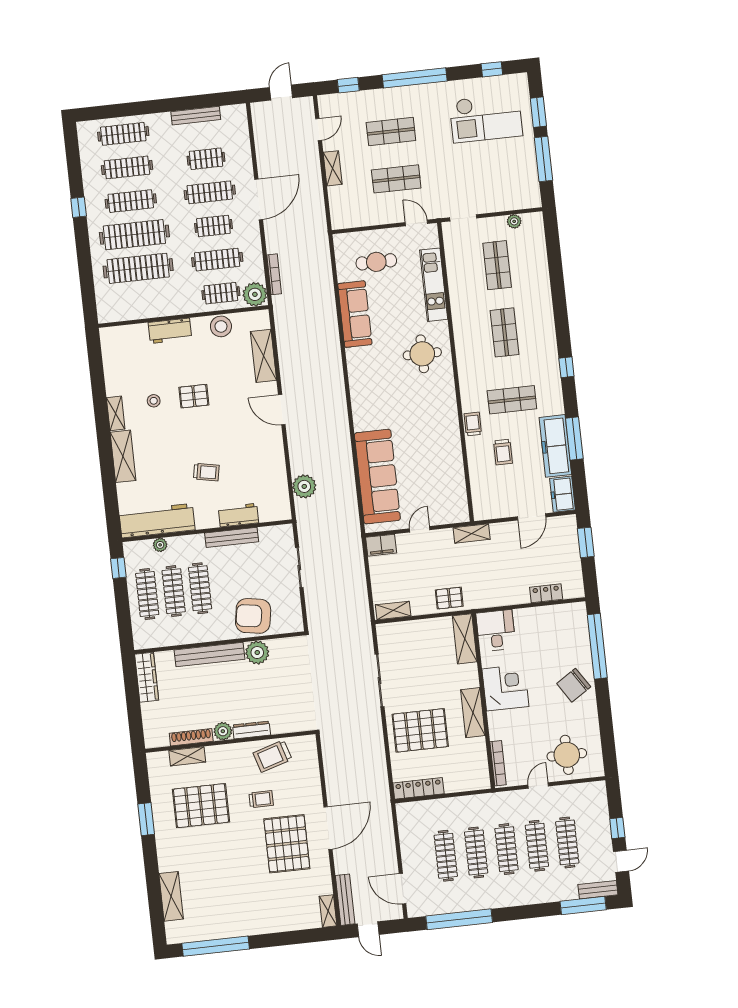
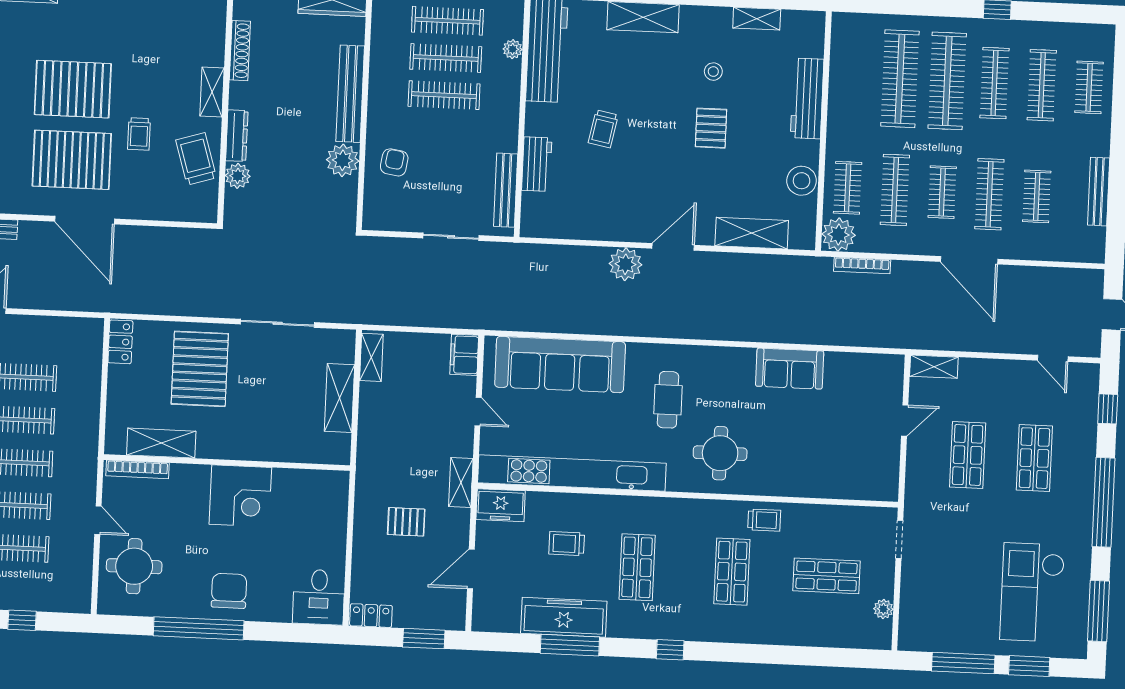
window: (492, 69) -> (1099, 611), width x2.17
clothes rail: (123, 134) -> (1089, 87), width x0.73
shelving: (333, 168) -> (934, 367), moved
door: (416, 223) -> (905, 421), moved
cafe table: (376, 262) -> (668, 400), moved
kitchen unit: (434, 285) -> (572, 473), moved, width x1.86
sofa: (355, 314) -> (790, 369), width x0.73
workbench: (170, 331) -> (807, 98), width x1.38
shop shelf: (505, 332) -> (732, 572), turned 90
shelving: (116, 413) -> (757, 19), moved
trolley: (473, 424) -> (764, 520), moved
plant: (304, 486) -> (625, 264), moved
freezer: (563, 494) -> (501, 505), moved, turned 180
door: (532, 517) -> (471, 569), hinge flipped
bench: (232, 537) -> (506, 190), moved
locker: (546, 593) -> (371, 616), moved, turned -90
pallet: (449, 598) -> (406, 522), moved, turned 90
armchair: (253, 616) -> (394, 162), width x0.53, depth x0.53
desk: (496, 631) -> (319, 597), moved, turned 90
shelving: (465, 639) -> (340, 398), moved, turned 90
window: (597, 646) -> (199, 628), moved
chair: (574, 685) -> (229, 591), turned 33
shelving: (473, 713) -> (161, 443), moved
plant: (223, 731) -> (238, 176), moved
shelving: (187, 756) -> (212, 92), moved
locker: (418, 788) -> (120, 342), width x0.66
pallet: (201, 806) -> (73, 89), moved, turned 90

